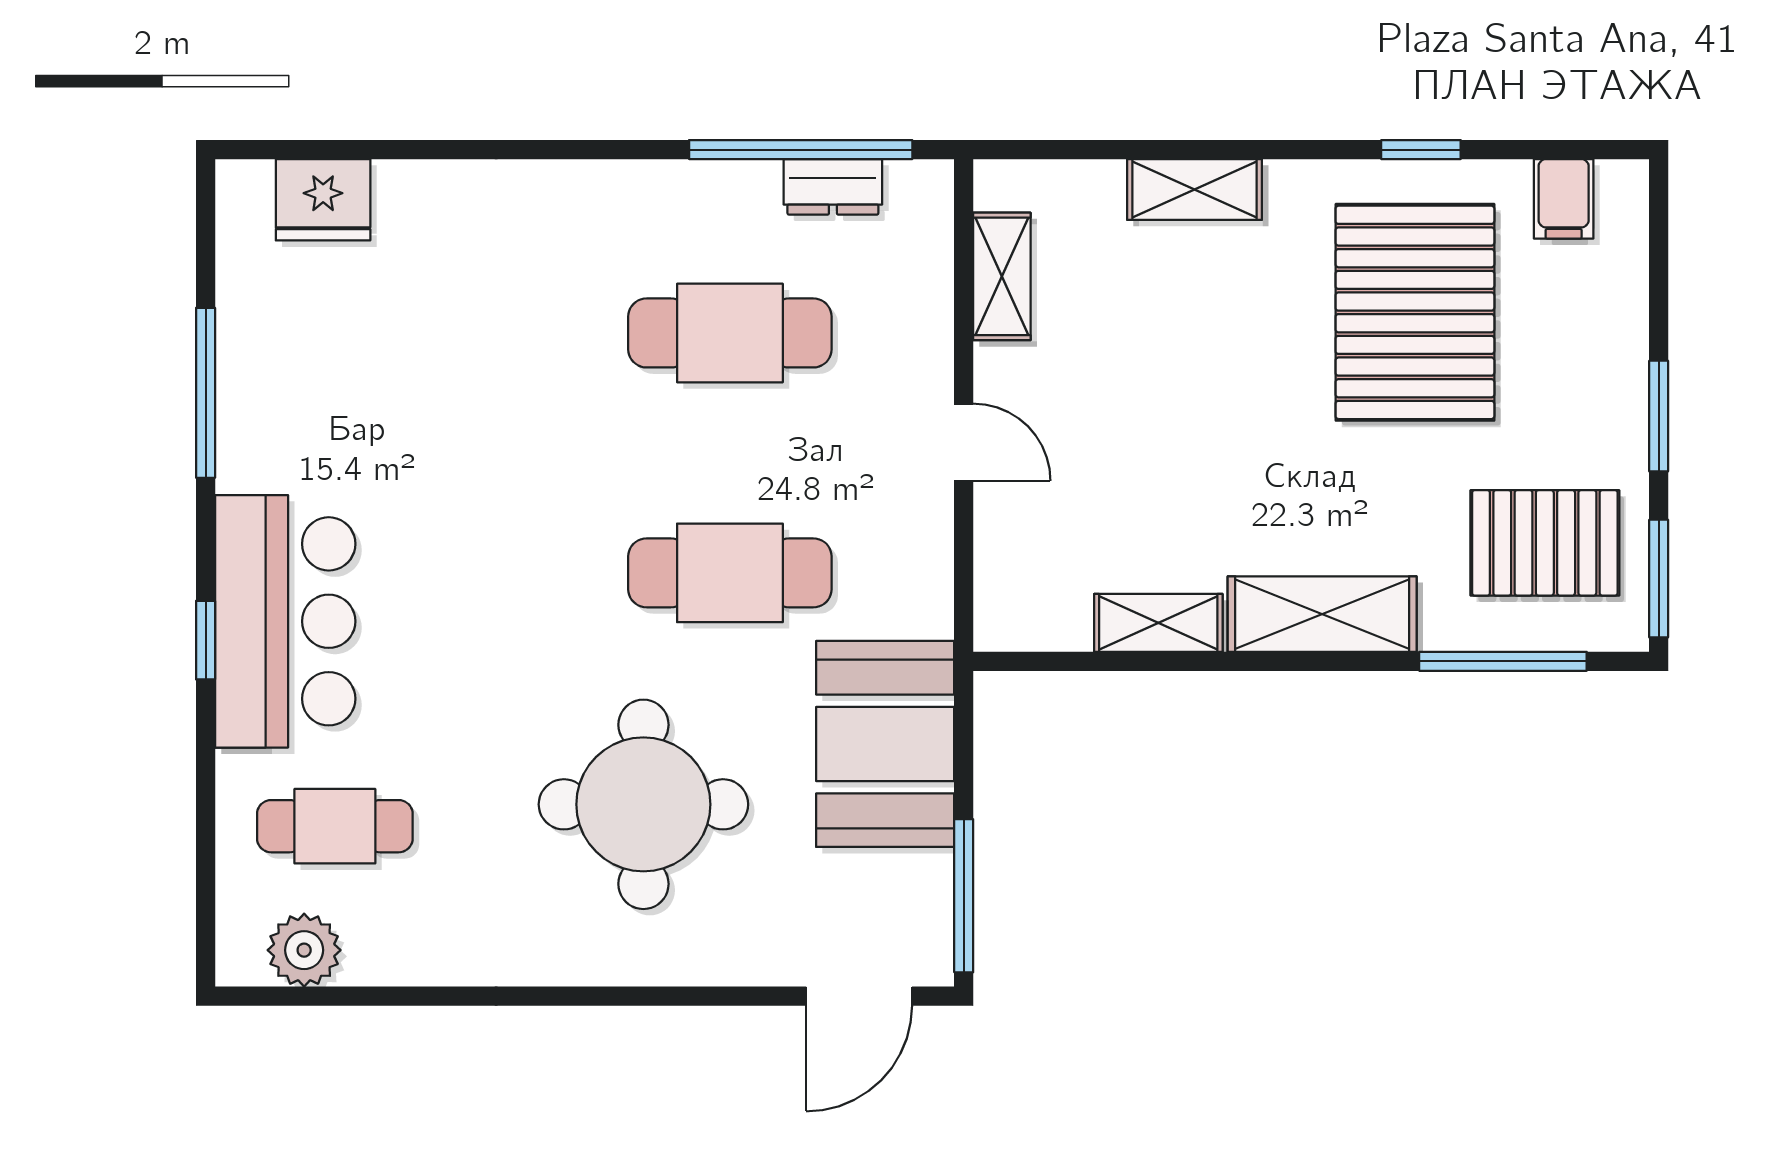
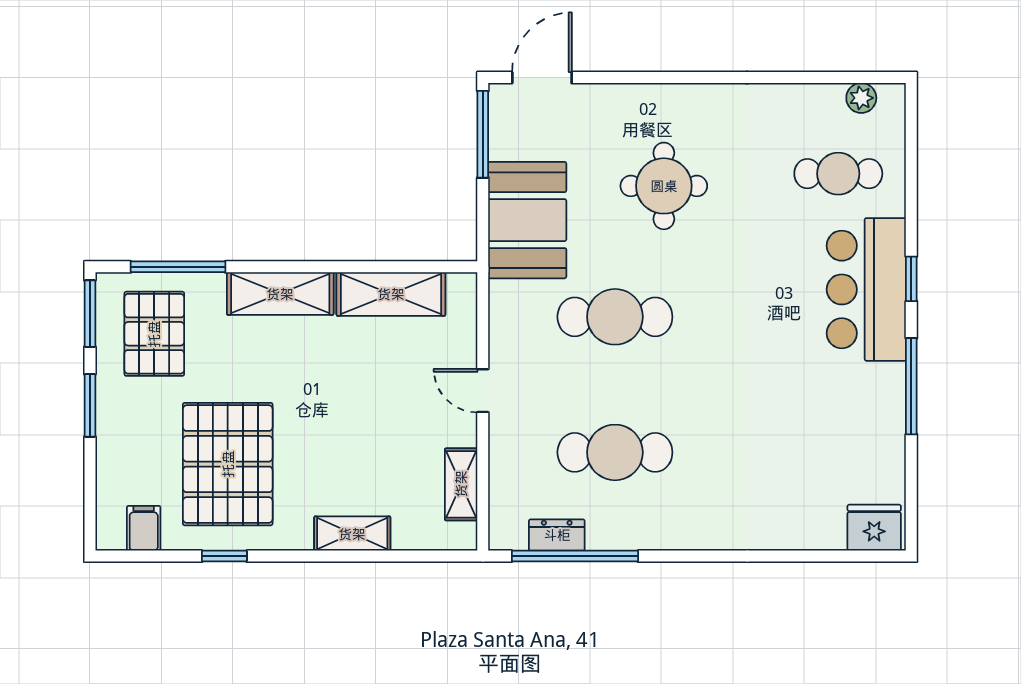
fridge: (323, 200) -> (874, 528), moved
window: (206, 393) -> (911, 386), moved
pallet: (1545, 543) -> (154, 334), turned 90
shelving: (1158, 623) -> (391, 294), width x1.50, depth x1.33
round table: (643, 804) -> (664, 186), width x0.73, depth x0.73
plant: (304, 950) -> (861, 98), width x0.73, depth x0.73

